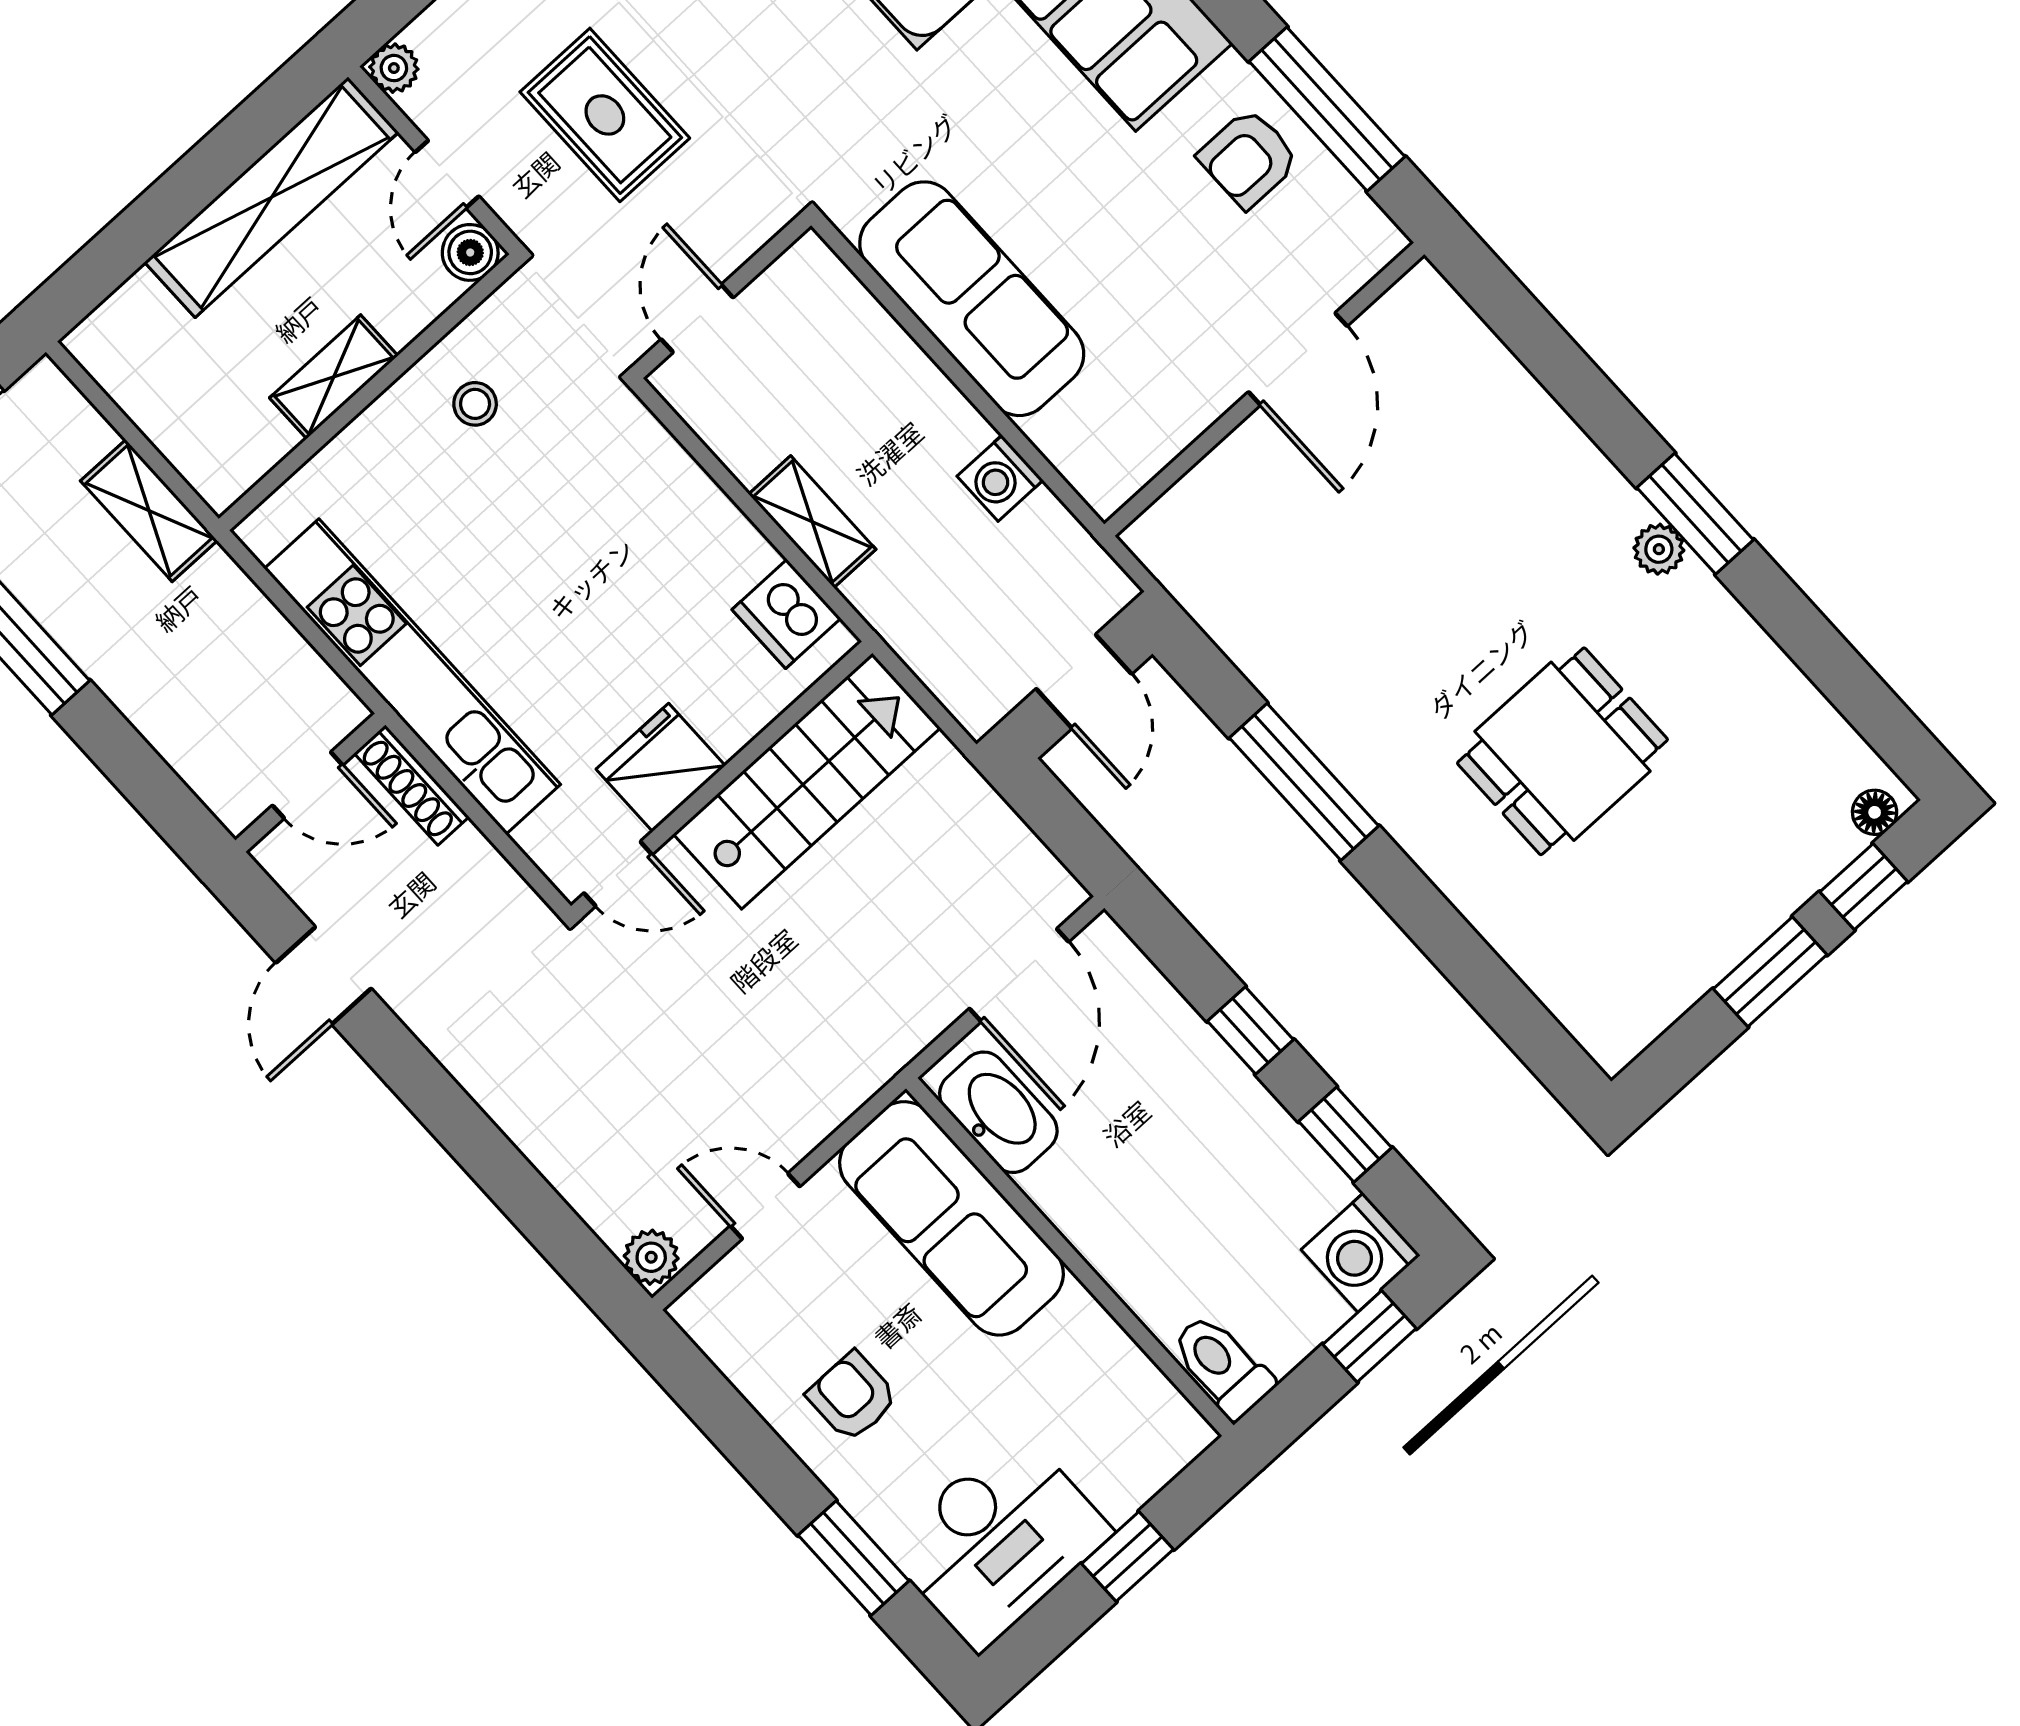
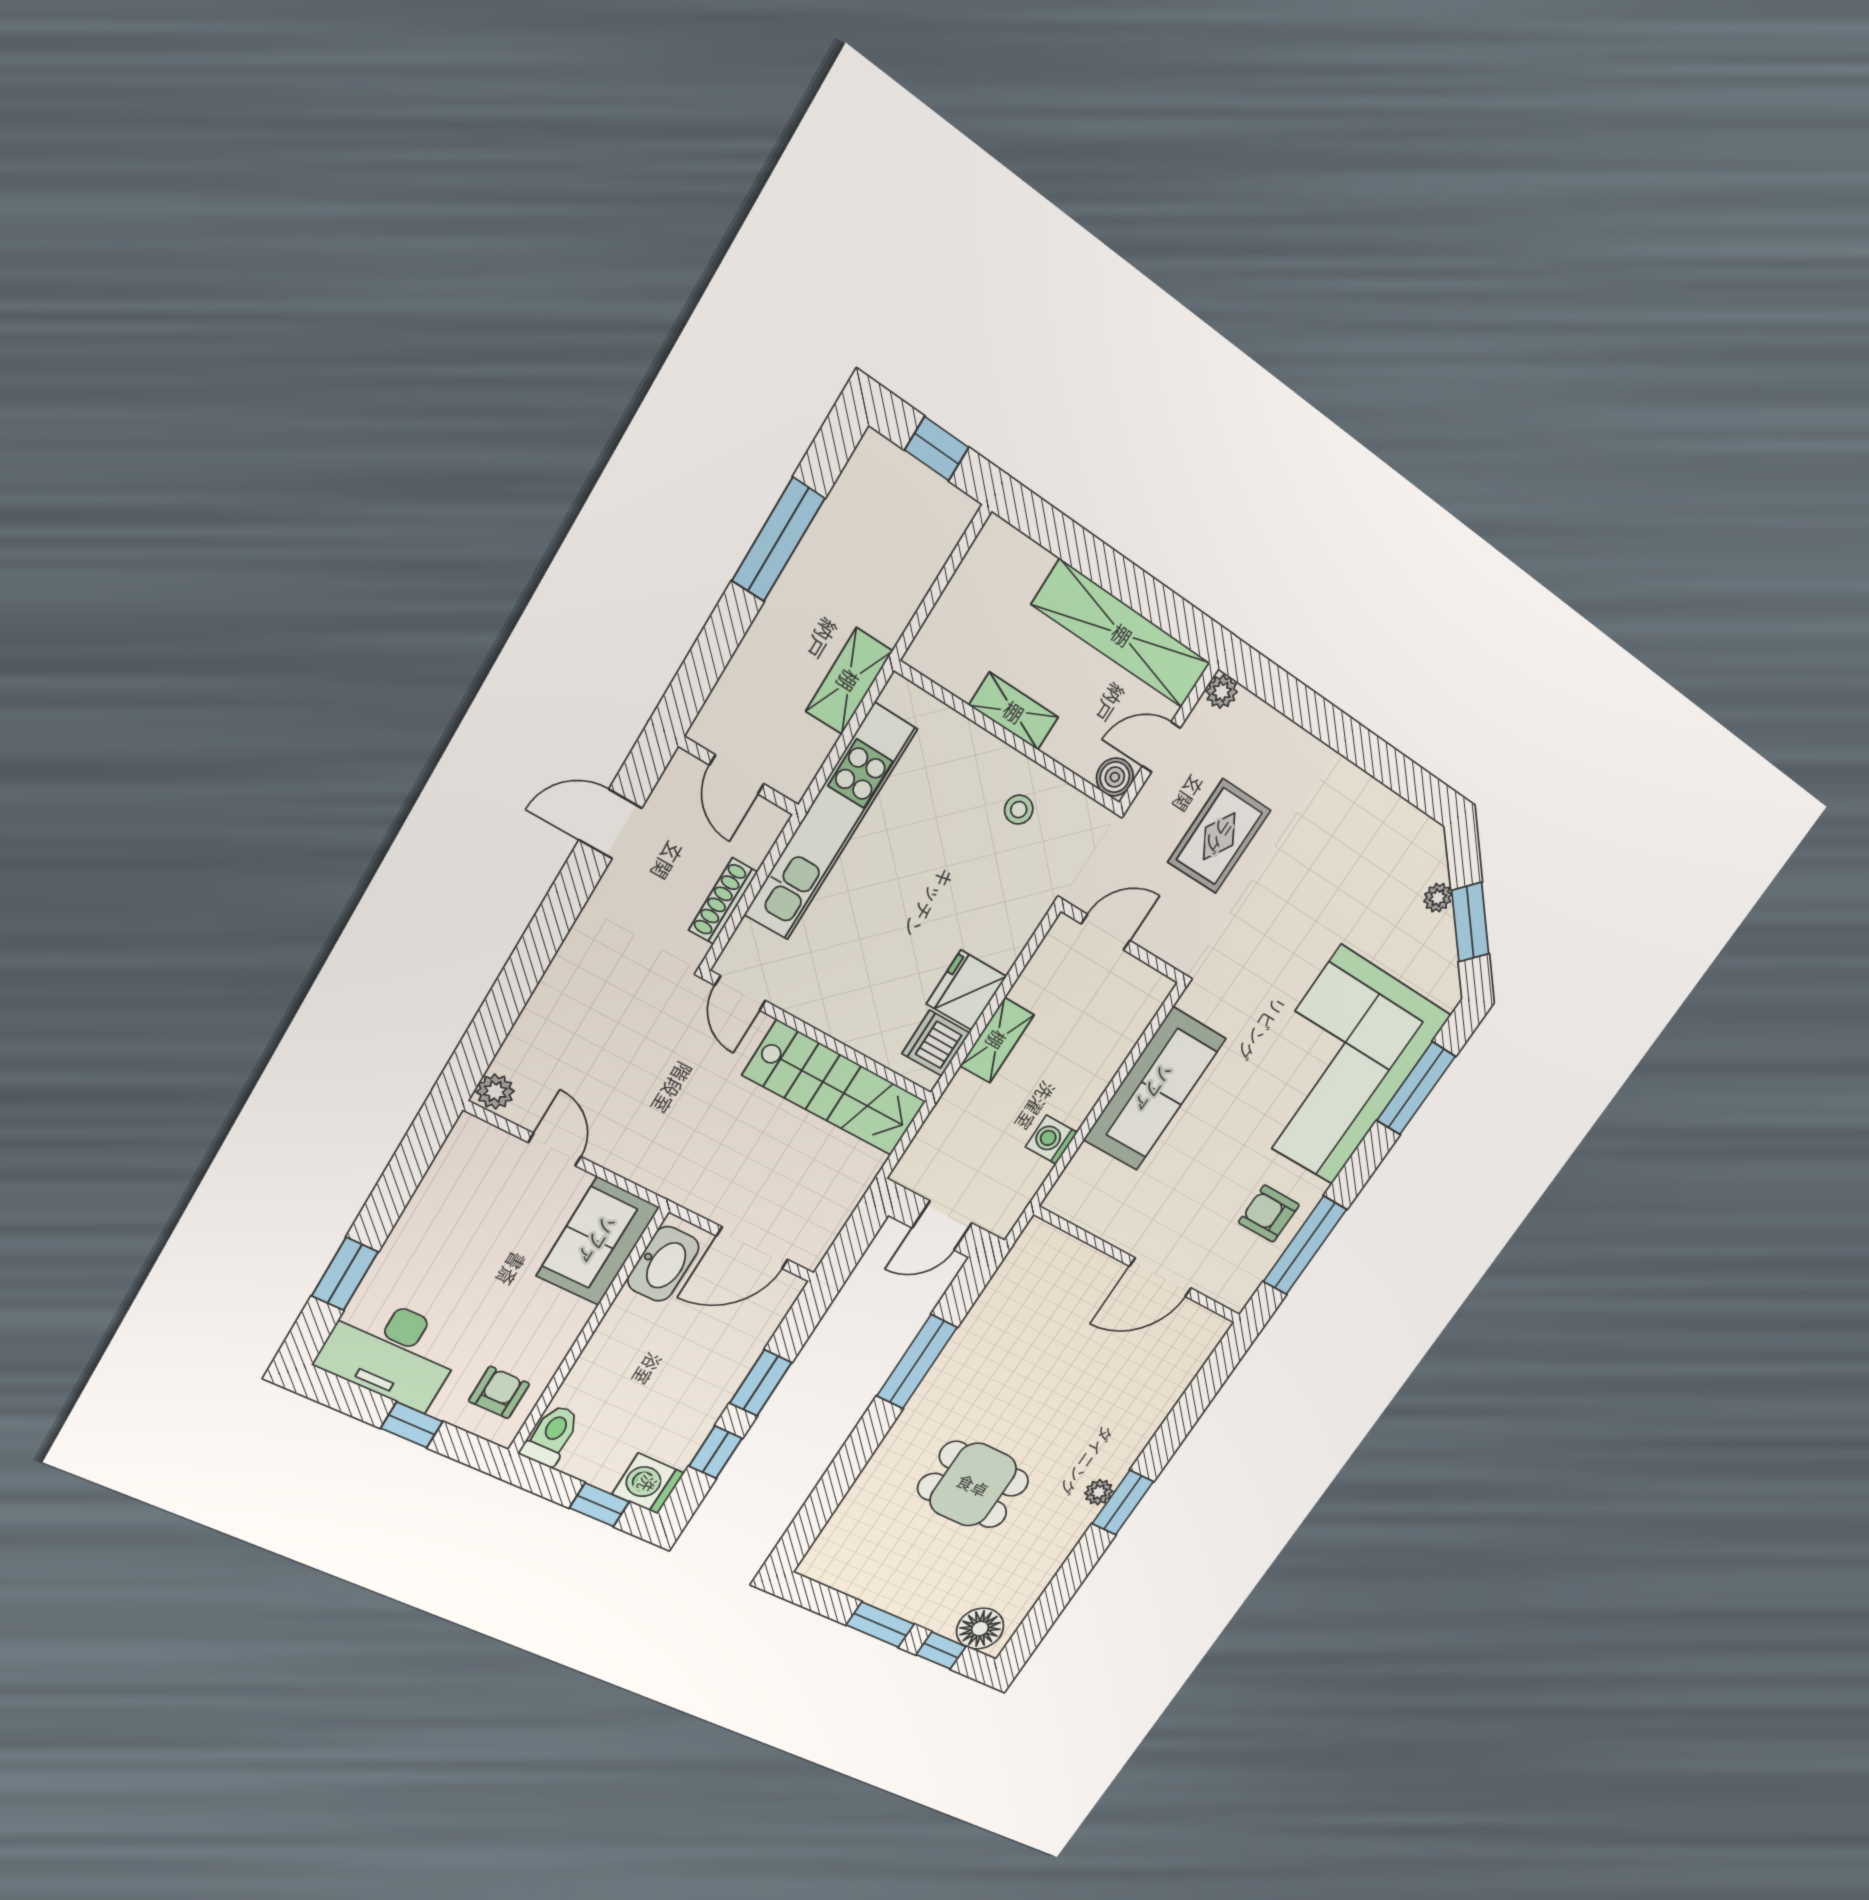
shelving: (149, 511) -> (849, 681), moved
fridge: (661, 767) -> (966, 990), moved, turned -90
shoe rack: (412, 785) -> (723, 901), moved
floor lamp: (1875, 812) -> (980, 1629), width x1.89, depth x1.89
window: (1250, 1030) -> (761, 1383), width x1.50
sofa: (951, 1218) -> (598, 1241), width x0.73
armchair: (852, 1397) -> (499, 1392), moved

